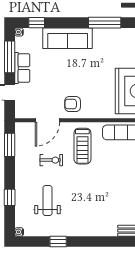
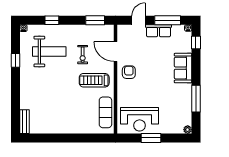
sofa: (68, 38) -> (183, 68), width x0.73
weight bench: (47, 201) -> (49, 52), width x1.36, depth x1.33

